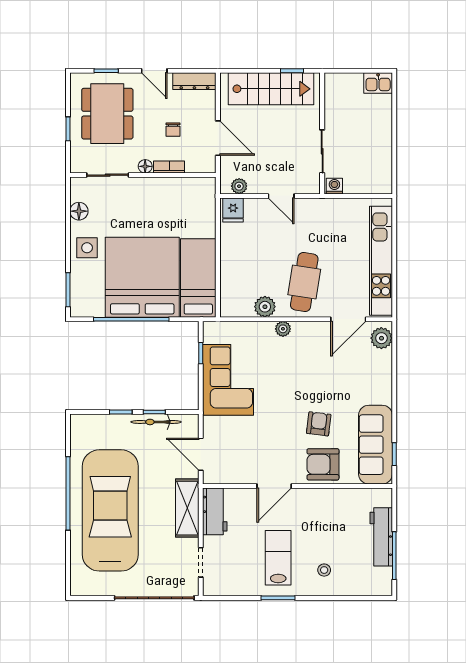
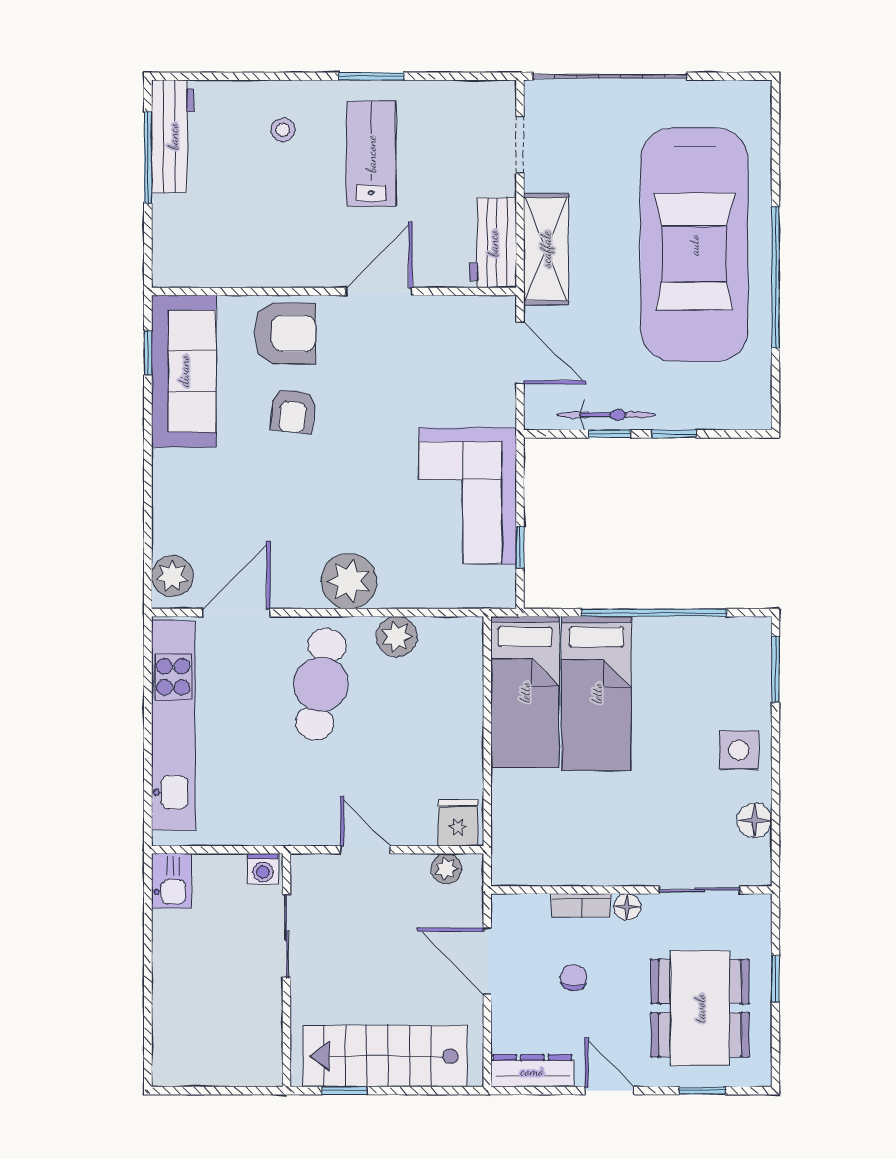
kitchen sink: (378, 83) -> (171, 881), moved, turned 90
bed: (142, 277) -> (597, 693), width x0.49
plant: (283, 329) -> (349, 581), width x1.87, depth x1.87
workbench: (381, 537) -> (173, 136), moved
lab bench: (278, 558) -> (371, 154), turned 180

